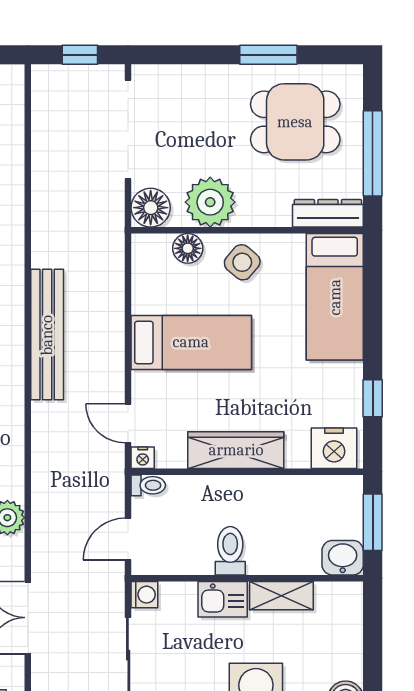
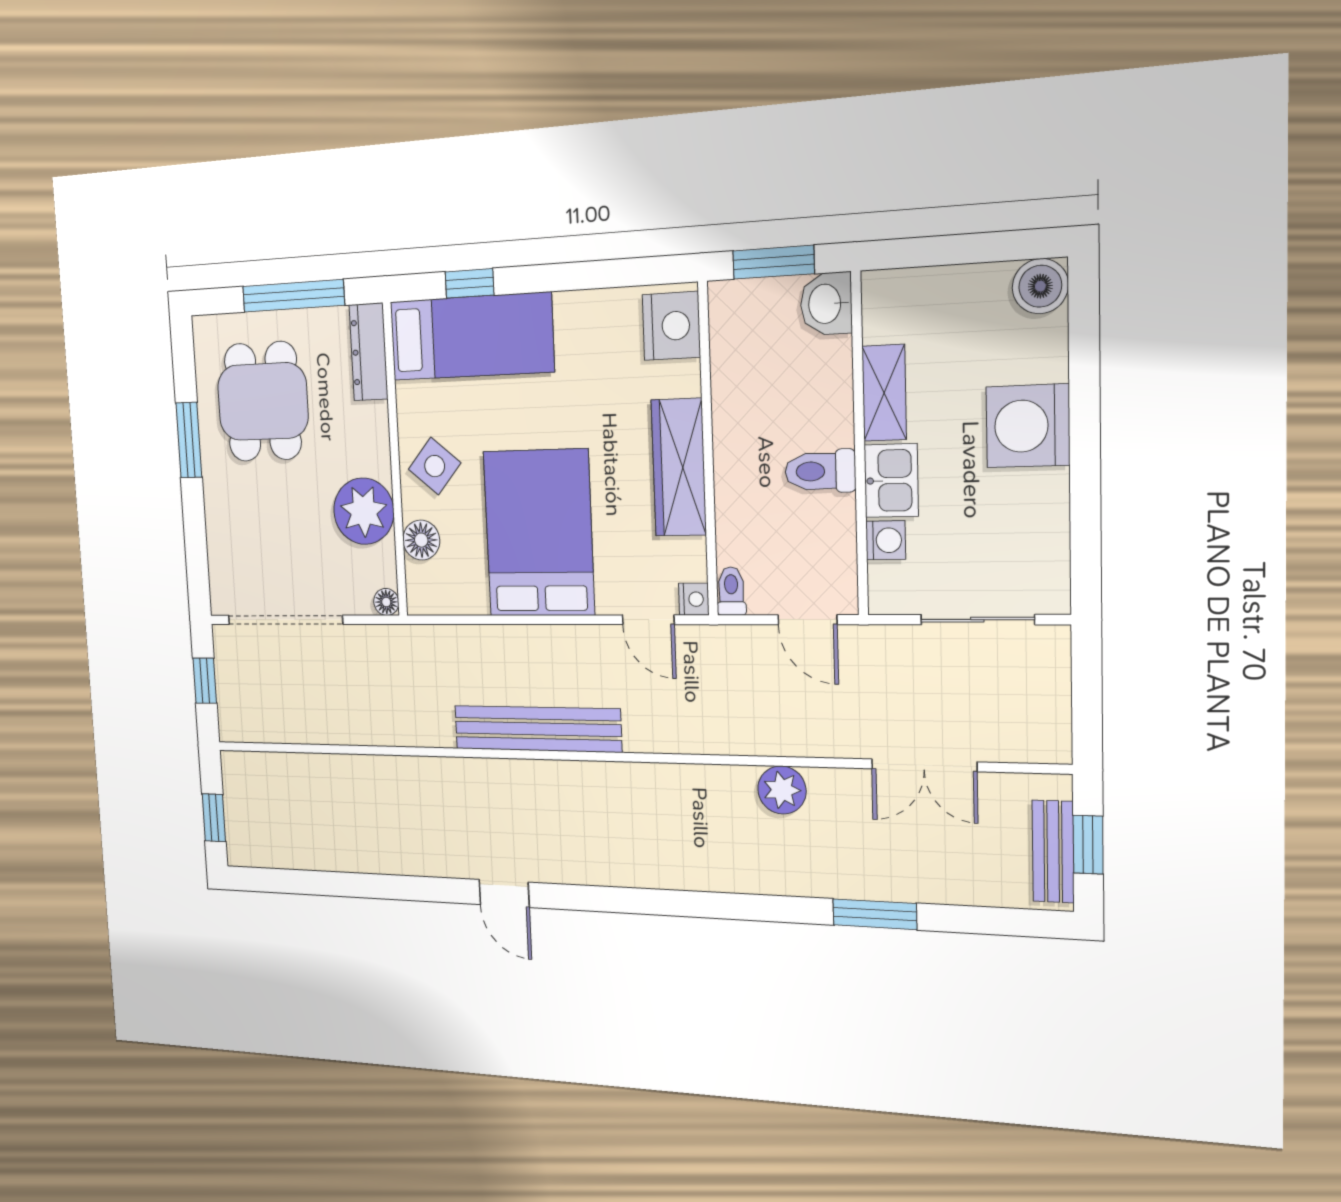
floor lamp: (151, 208) -> (386, 602), width x0.53, depth x0.53
bed: (191, 342) -> (539, 533), width x1.50
window: (373, 398) -> (469, 283), moved
door: (128, 423) -> (648, 620), hinge flipped
washing machine: (144, 595) -> (886, 540), moved, turned 90

